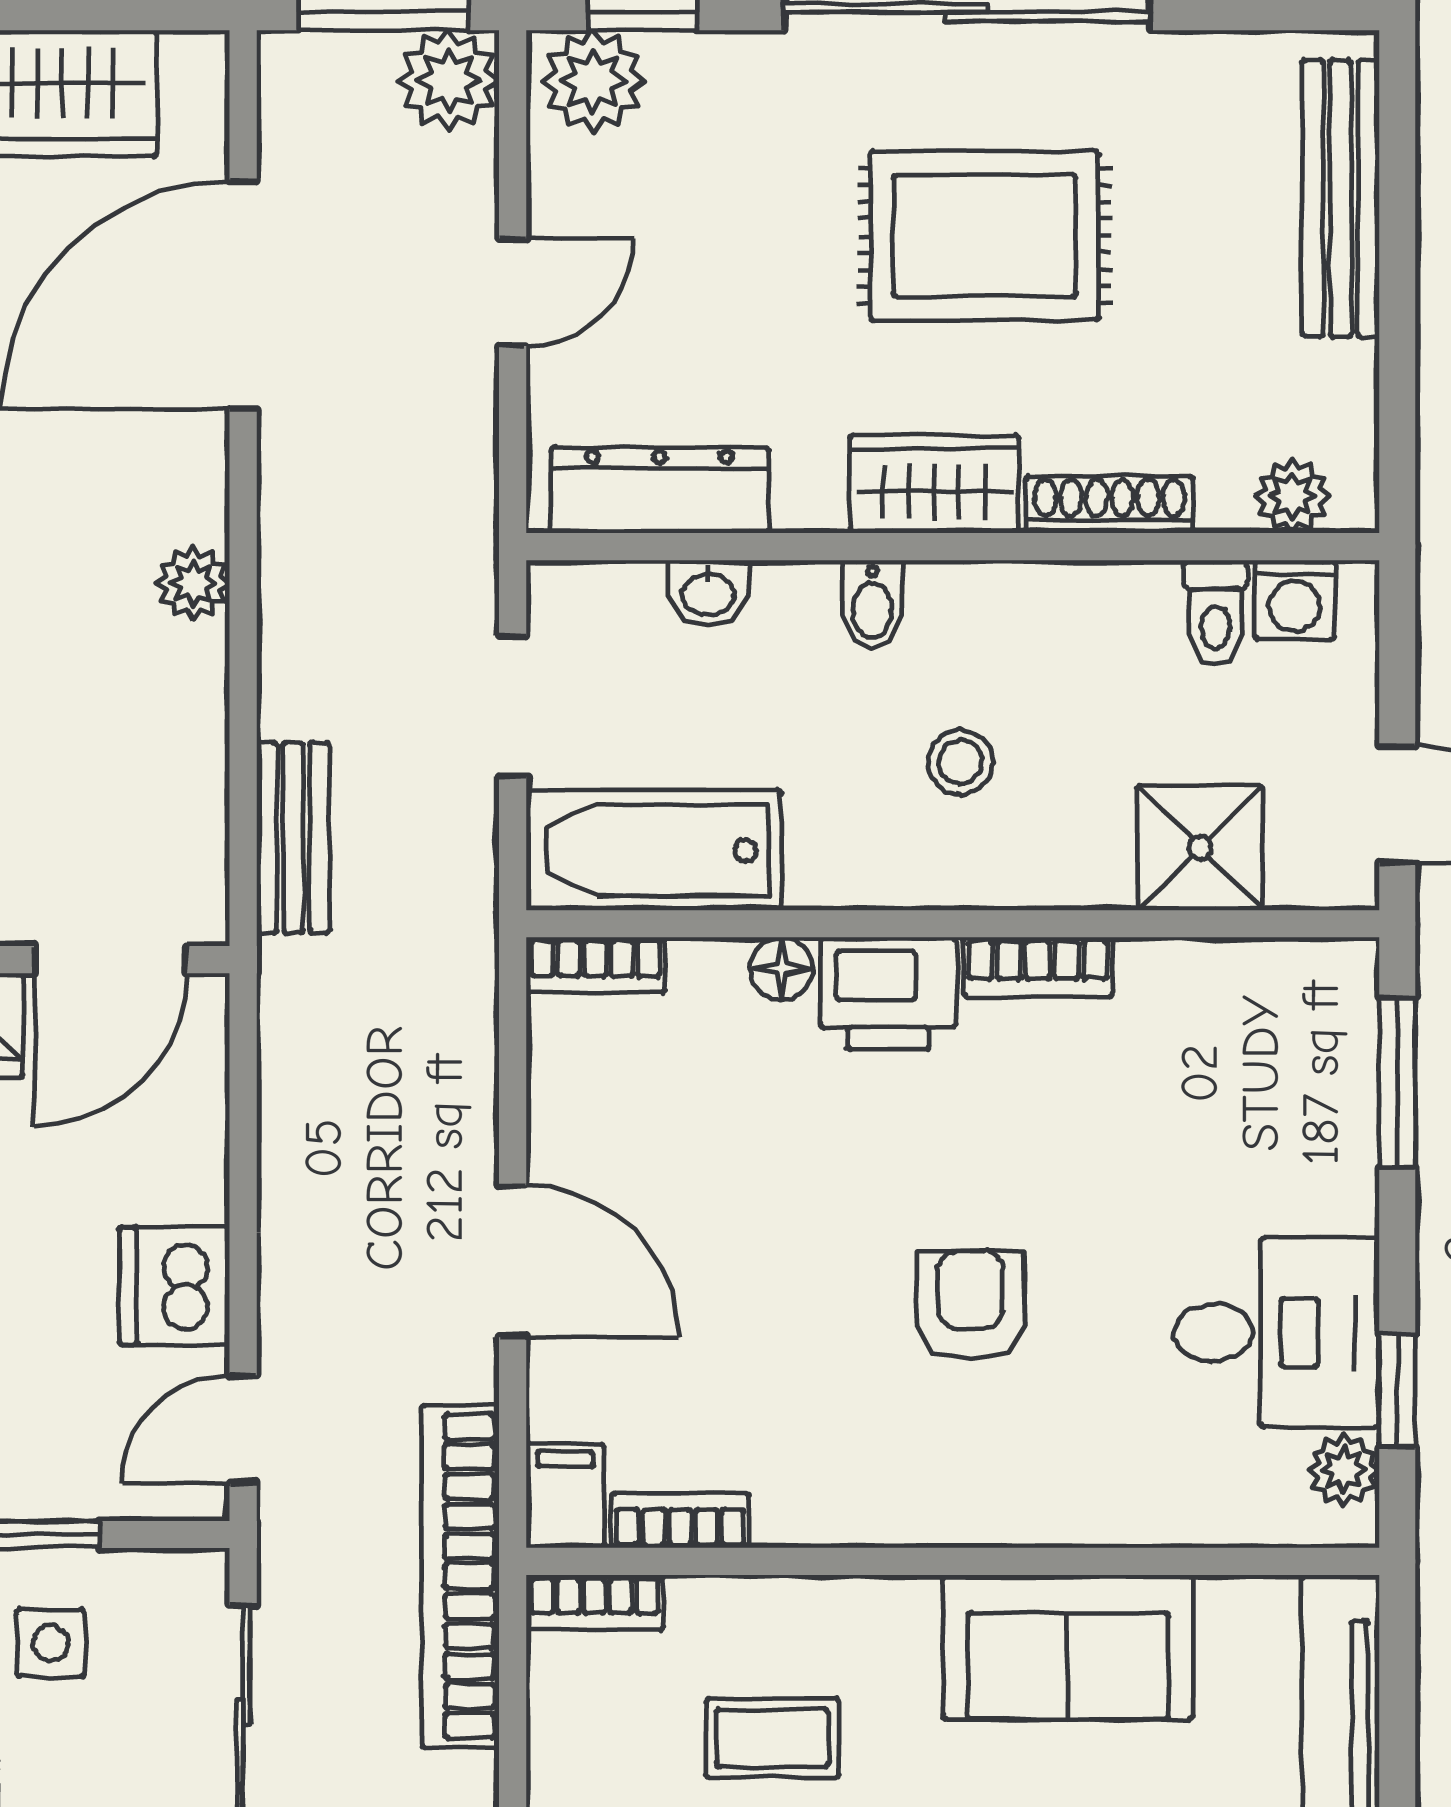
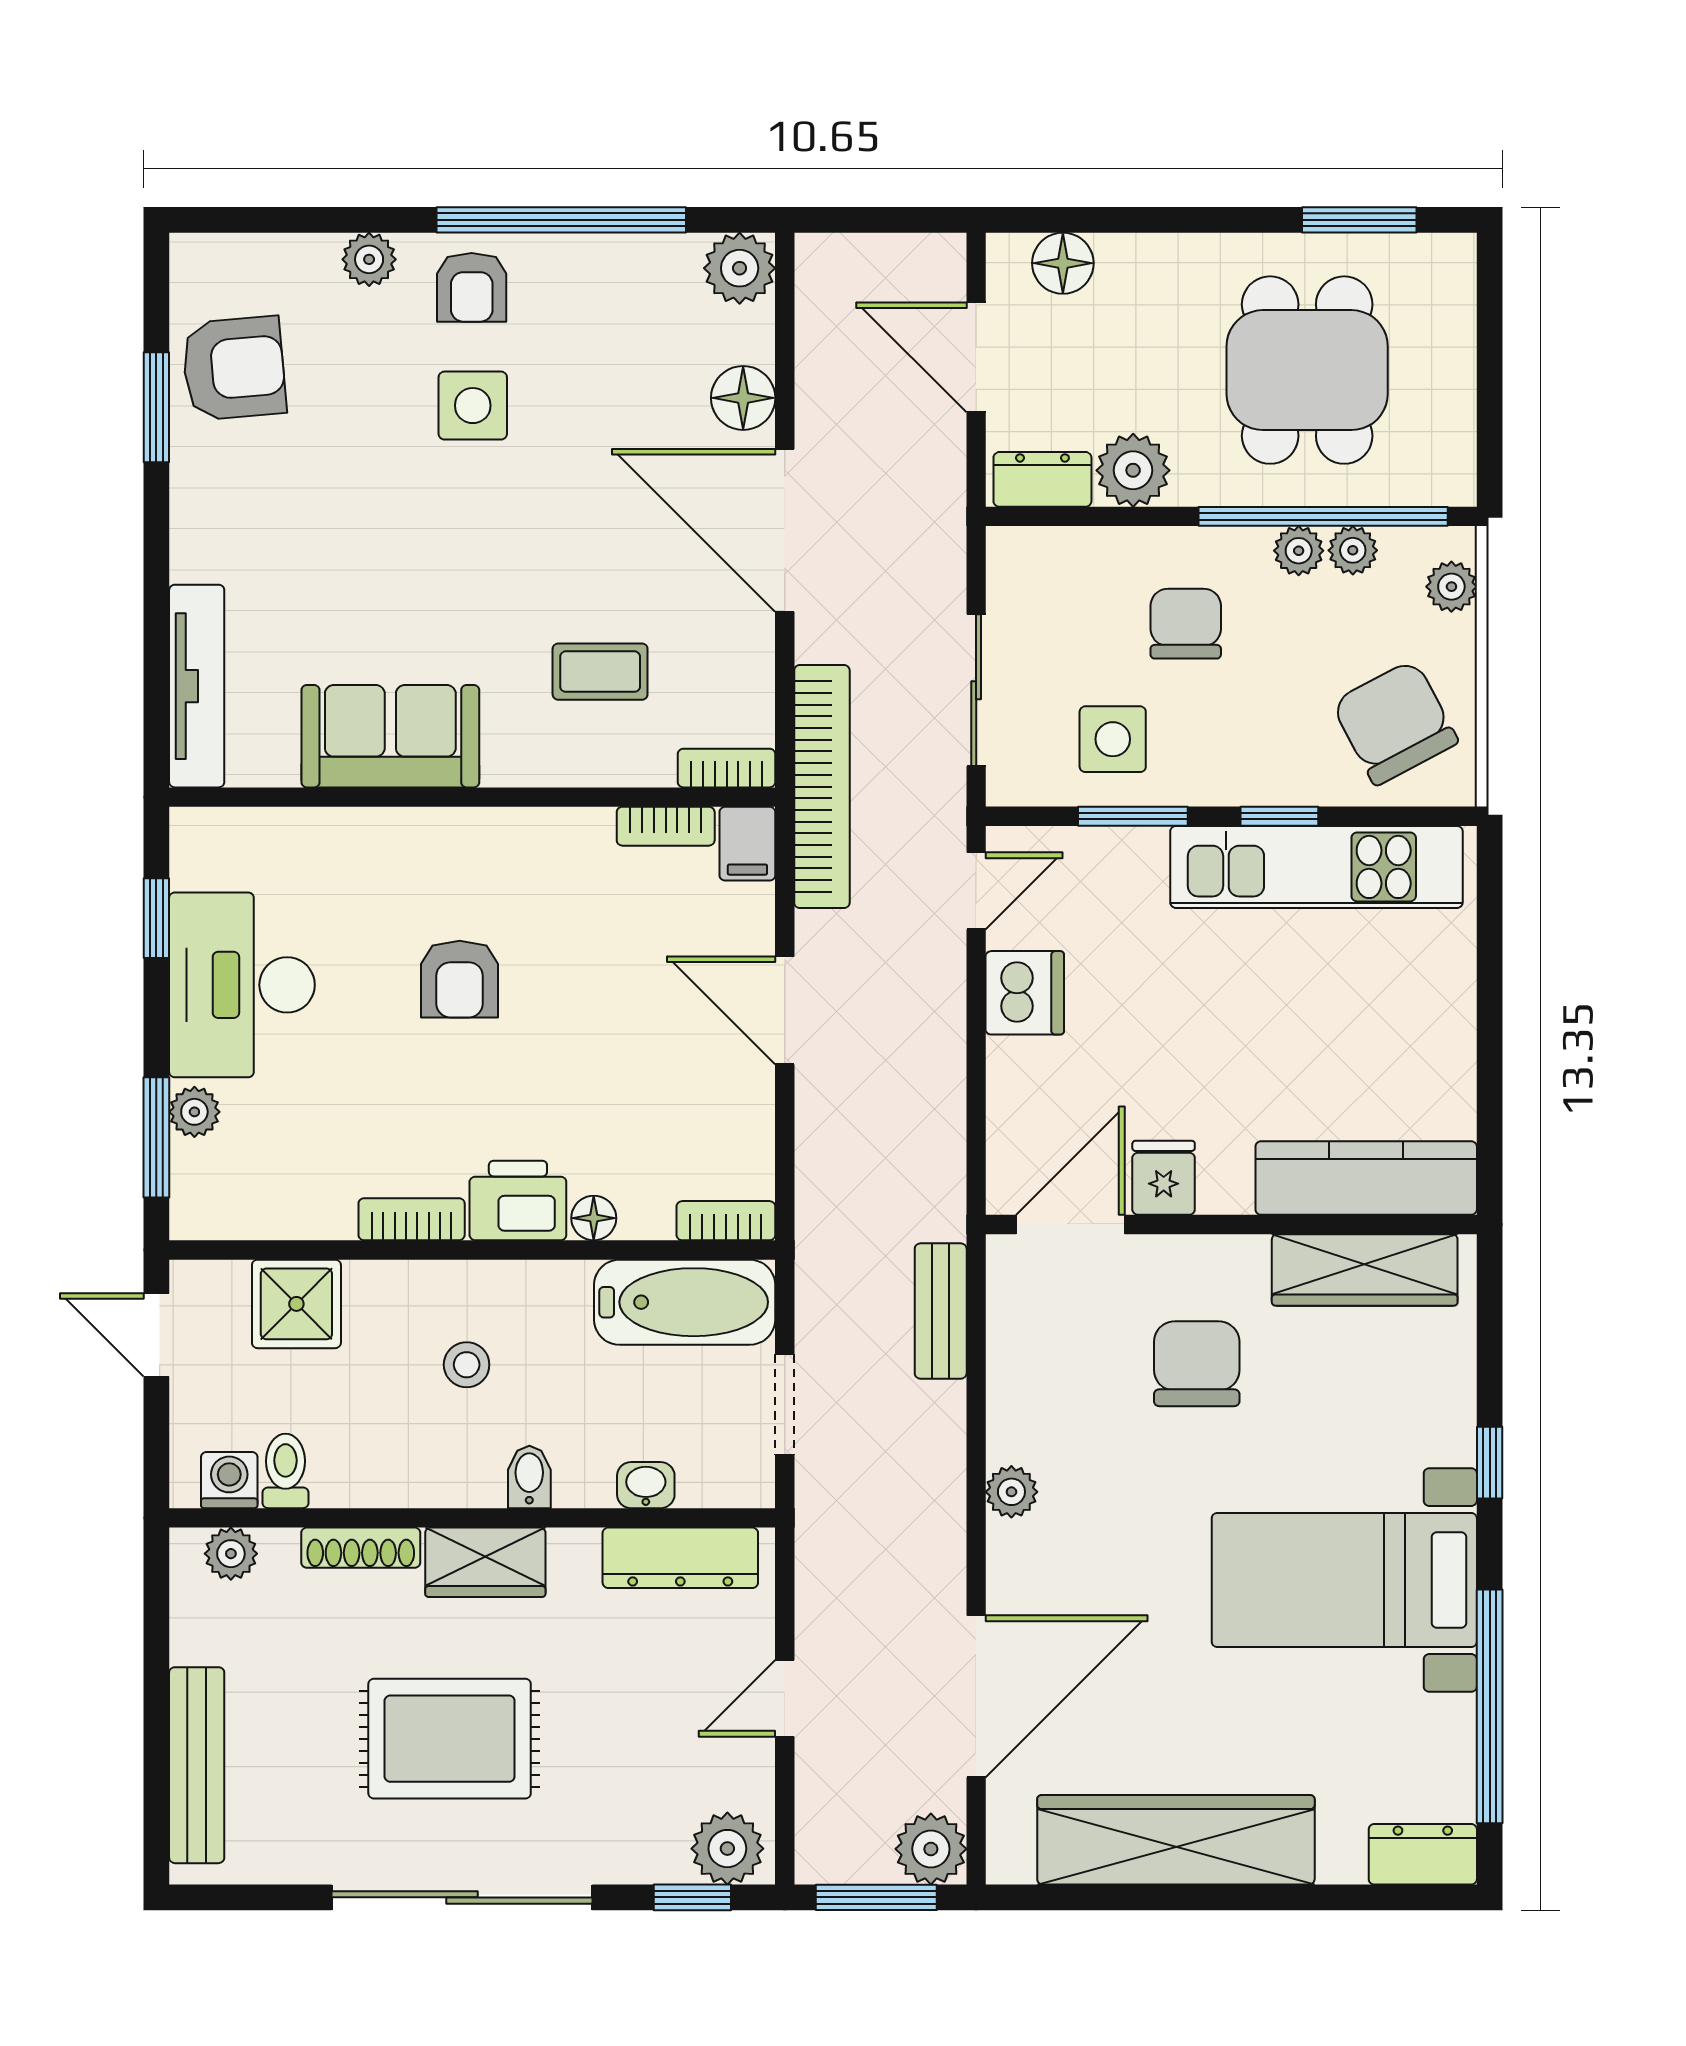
plant: (449, 80) -> (931, 1849), moved
desk: (1277, 1332) -> (242, 985), width x1.37
plant: (1344, 1470) -> (194, 1112), moved
side table: (51, 1643) -> (1113, 739), width x1.37, depth x1.37

